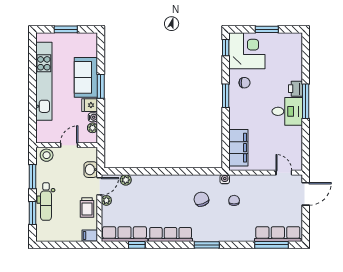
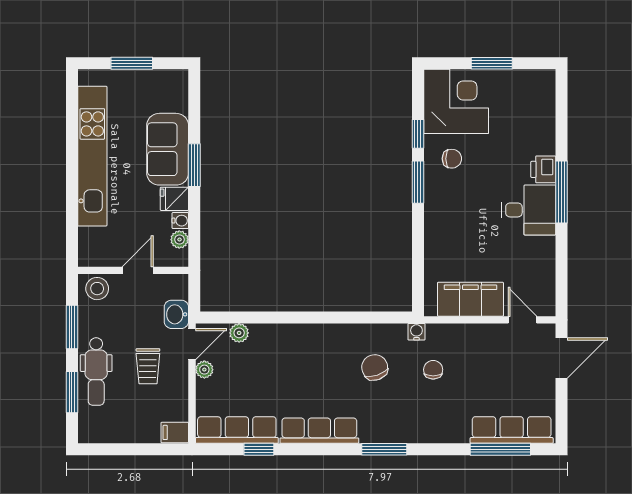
window: (226, 48) -> (418, 134), moved
filing cabinet: (238, 148) -> (470, 299), moved, turned -90
trolley: (87, 208) -> (148, 366), moved

